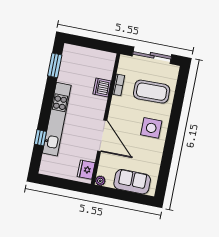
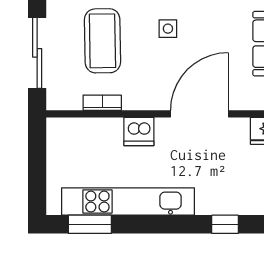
dishwasher: (102, 88) -> (139, 131), moved
kitchen unit: (57, 119) -> (128, 202), moved
side table: (151, 128) -> (168, 29), width x0.54, depth x0.54

